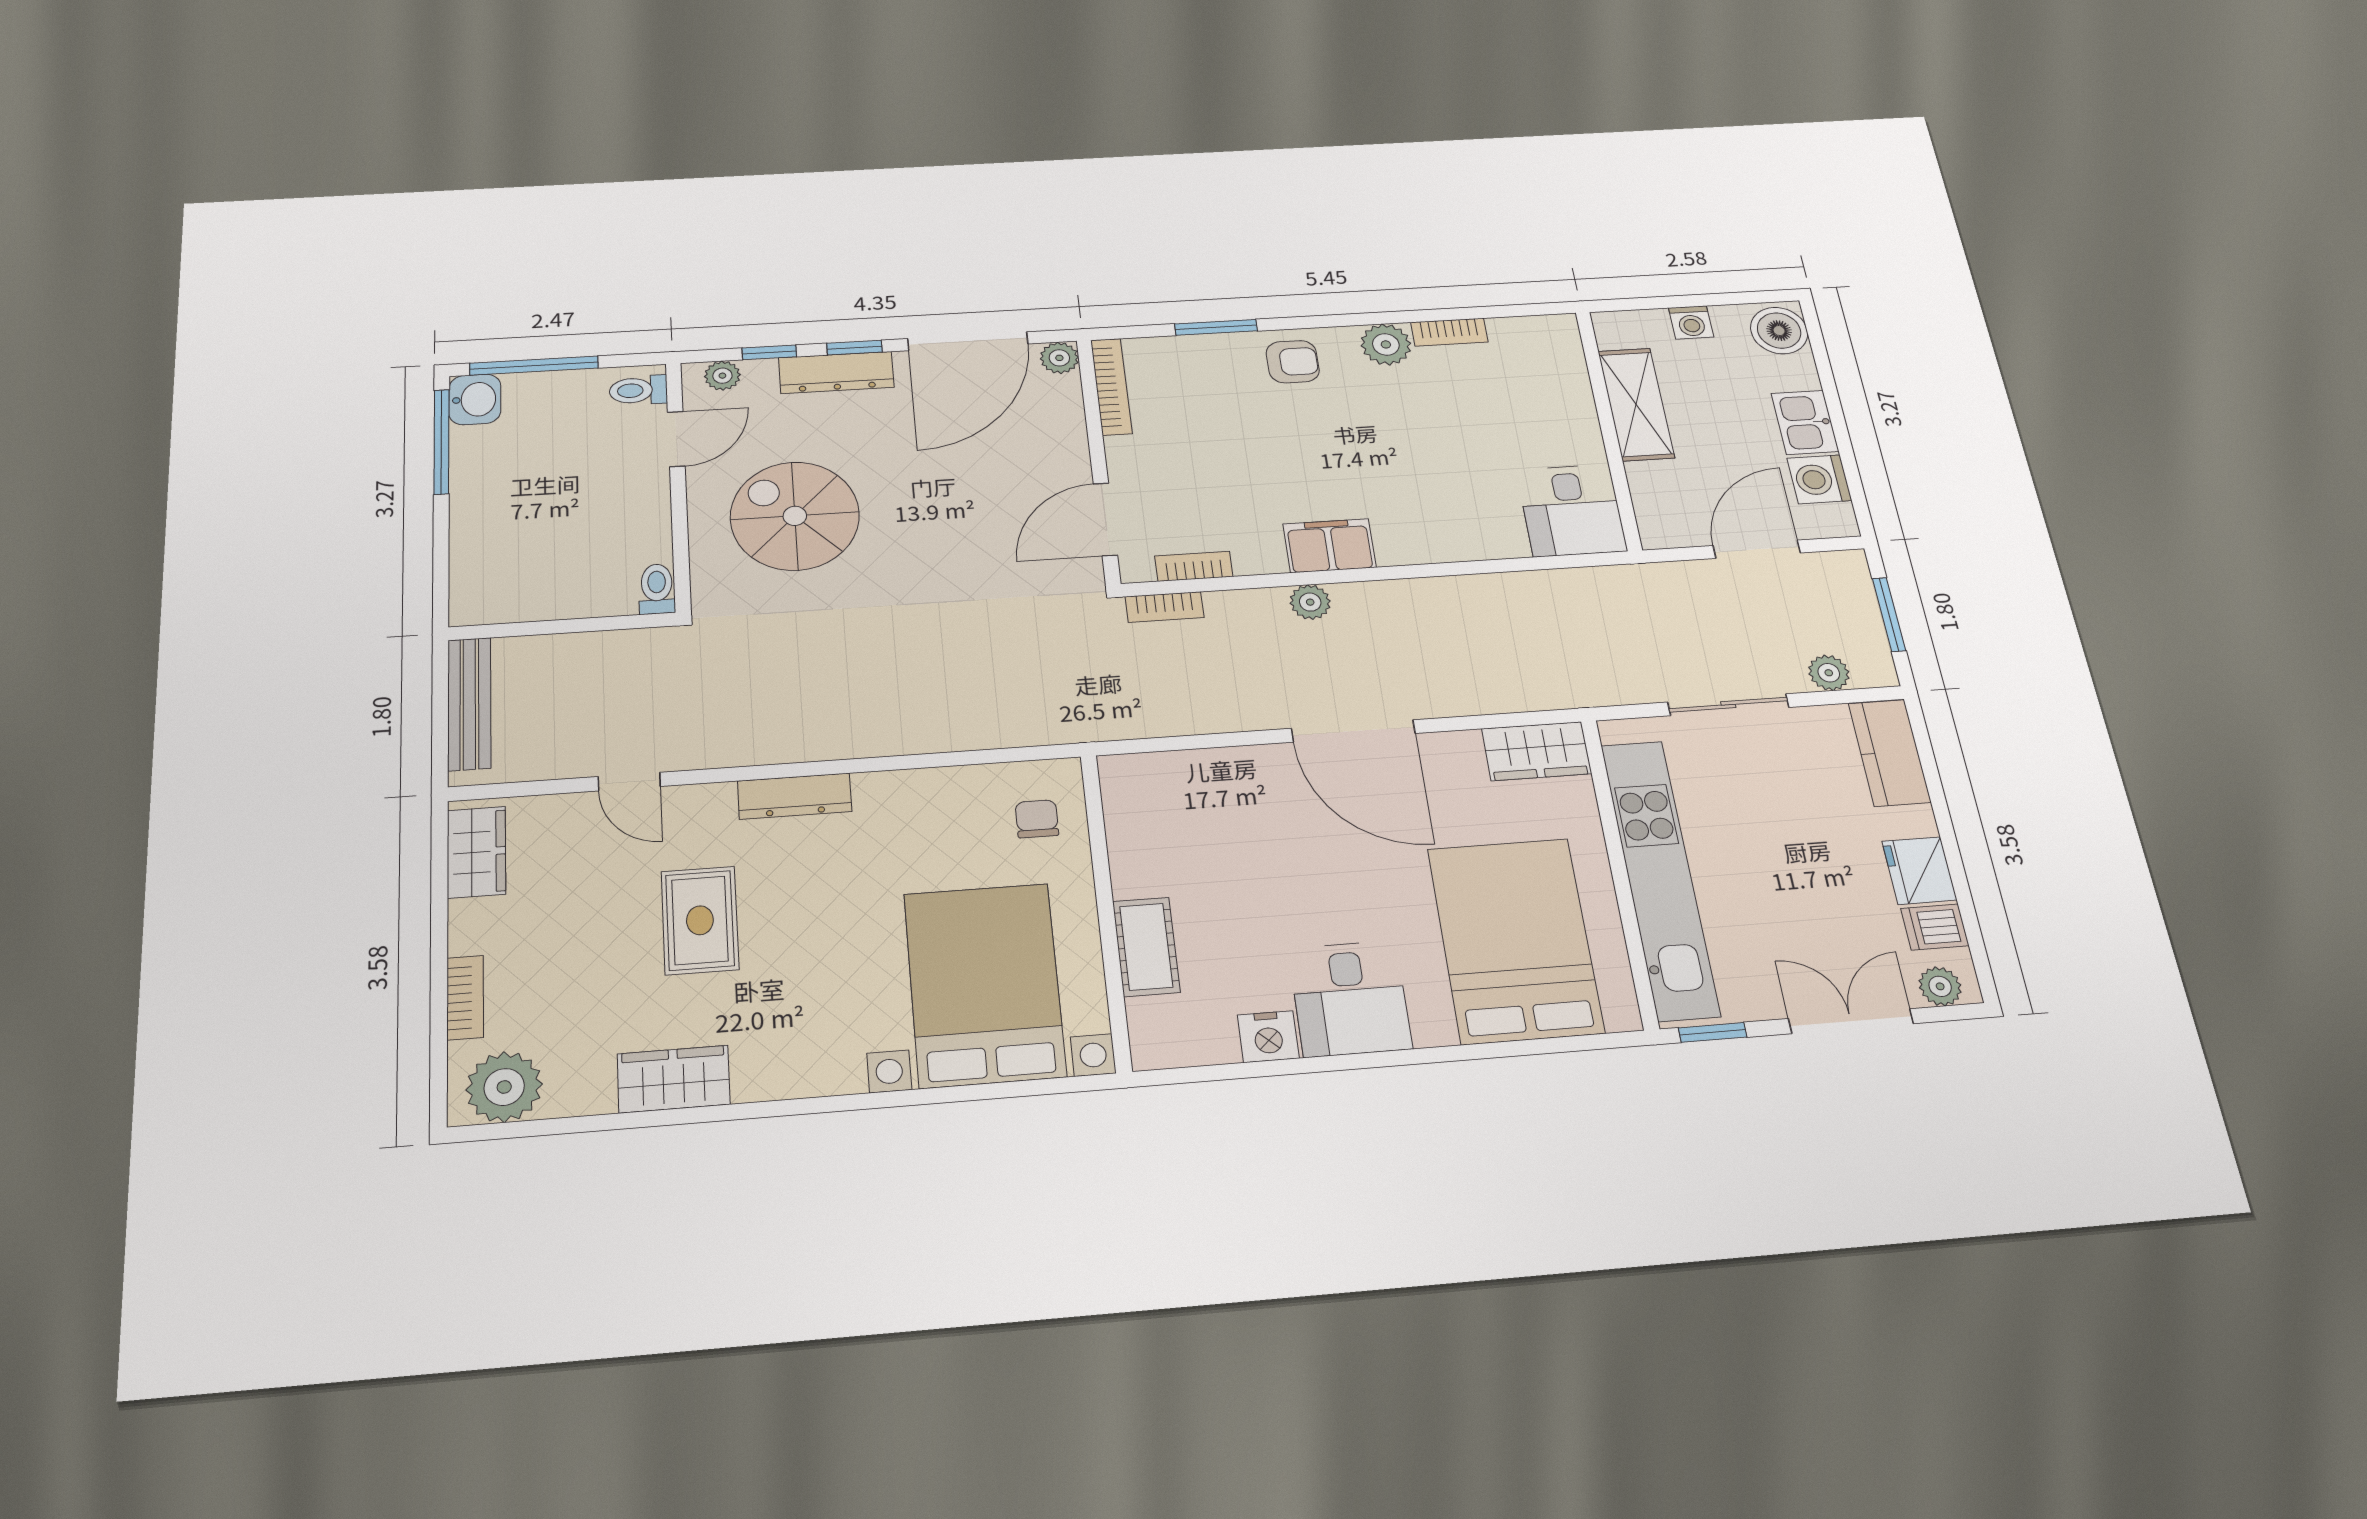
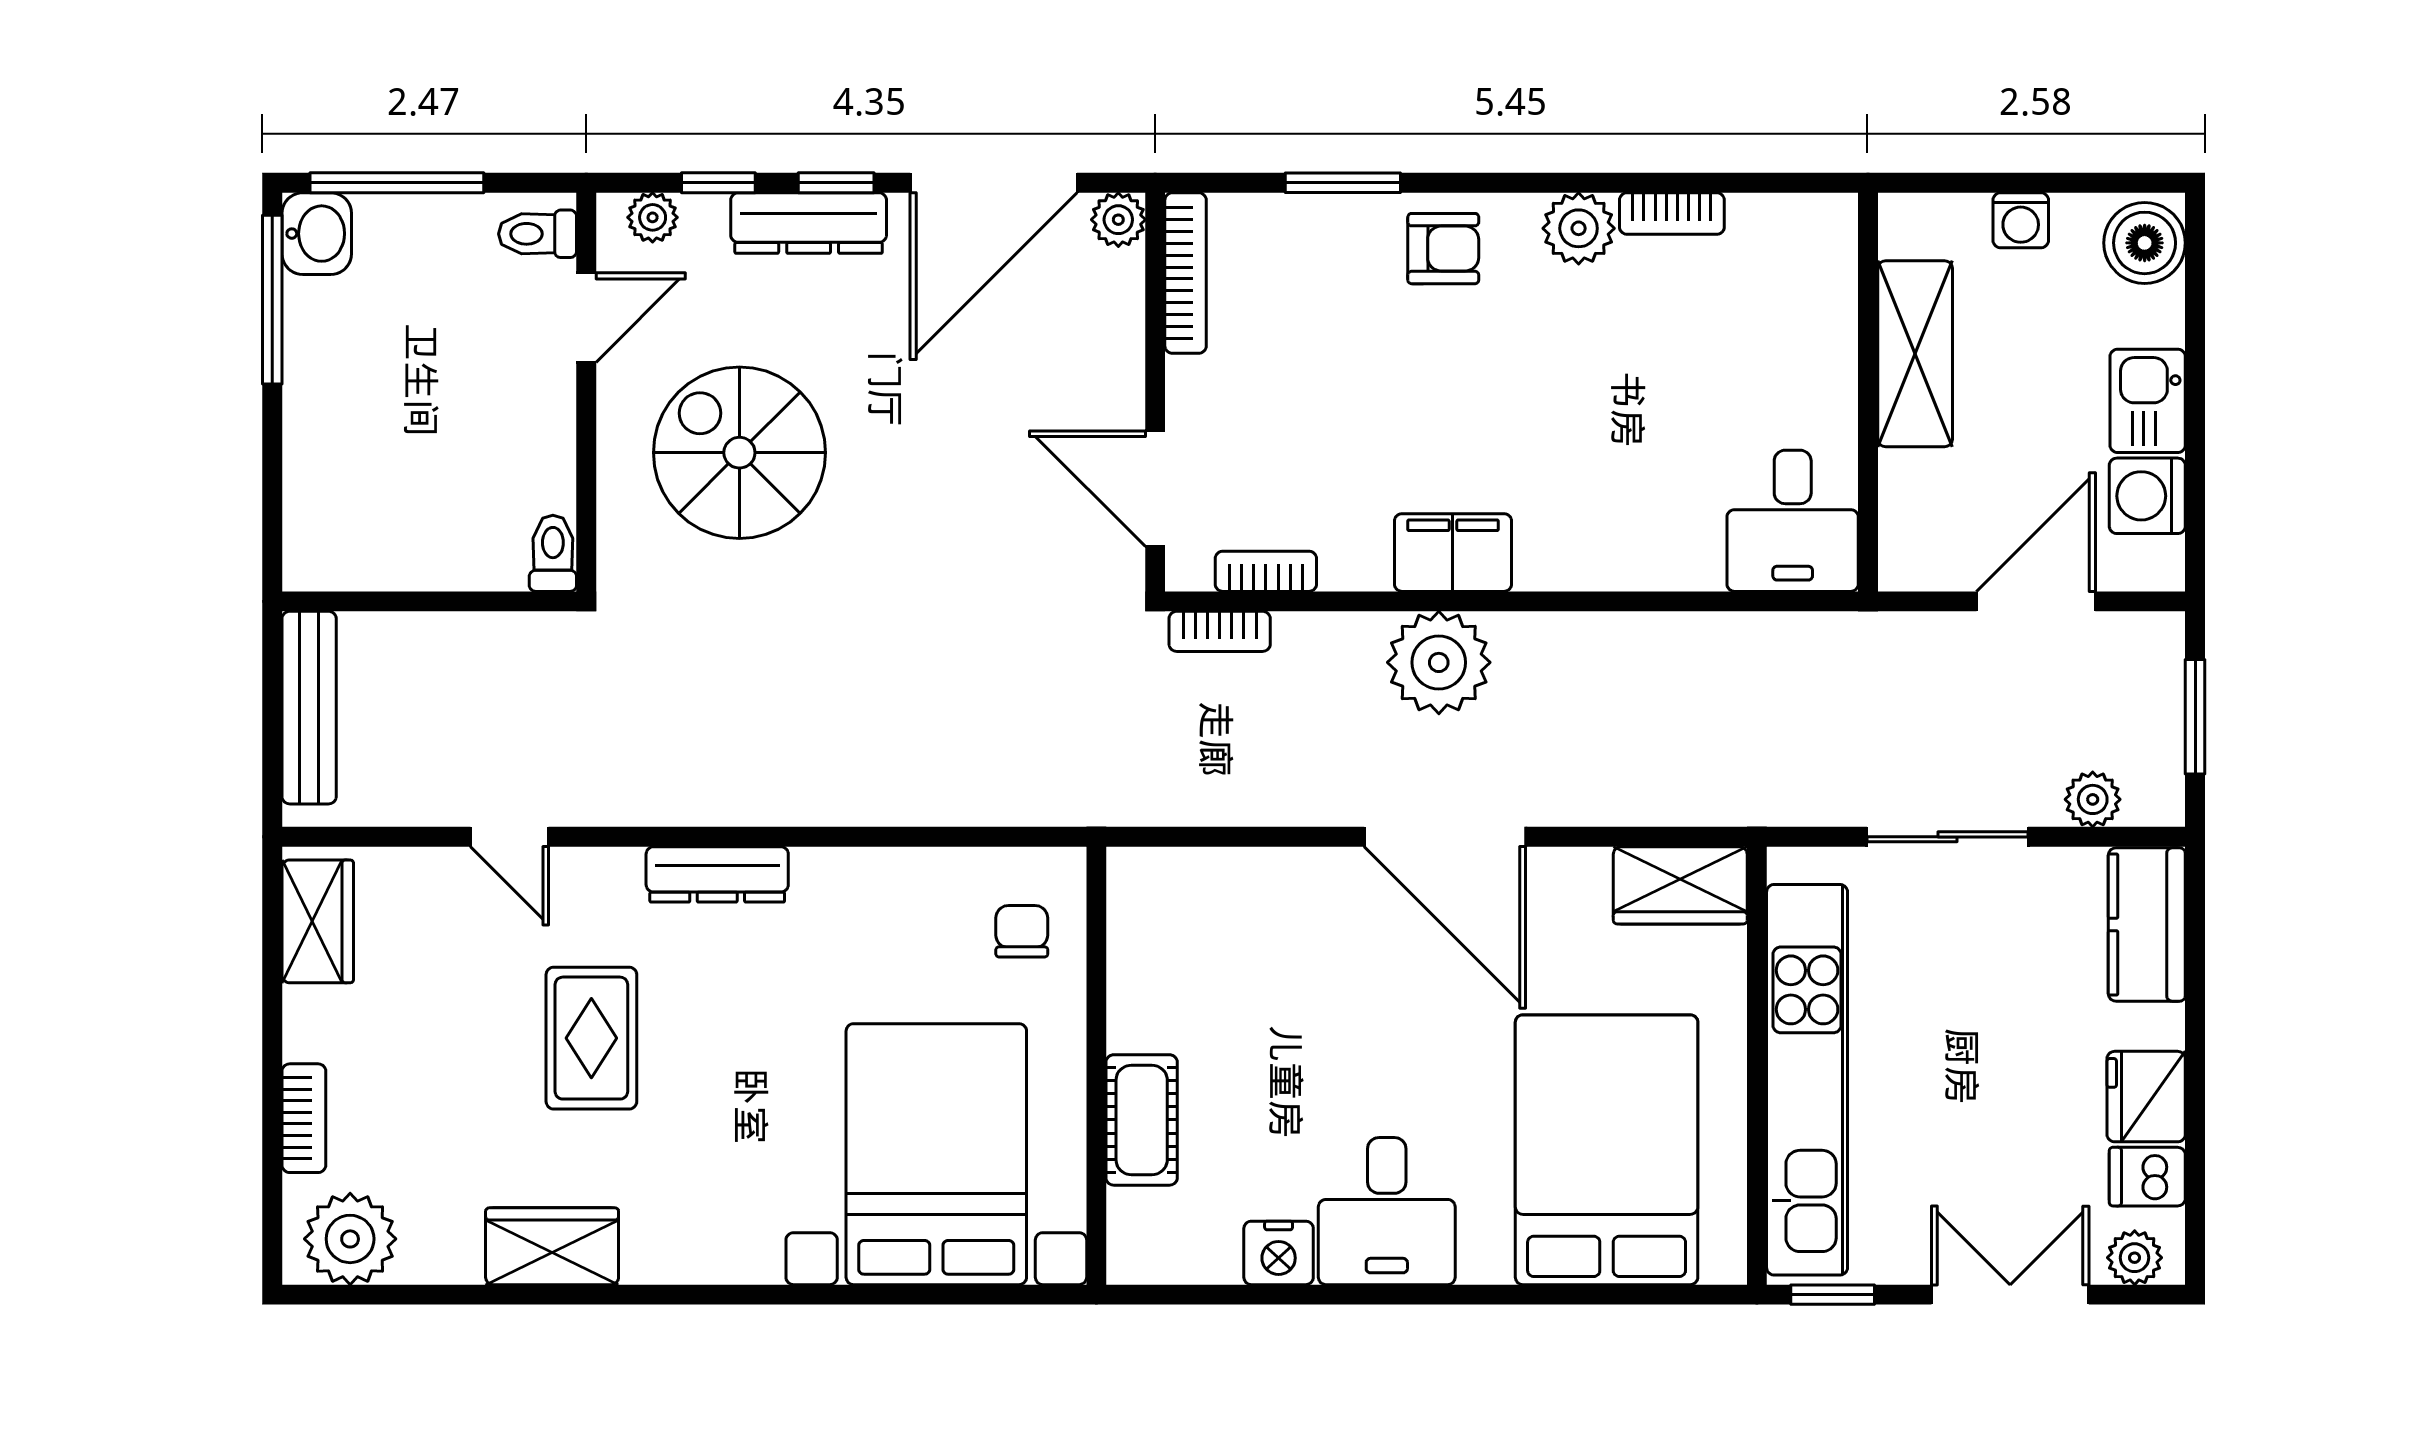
door: (1105, 519) -> (1155, 489), hinge flipped
plant: (1310, 602) -> (1439, 662), width x1.87, depth x1.87

